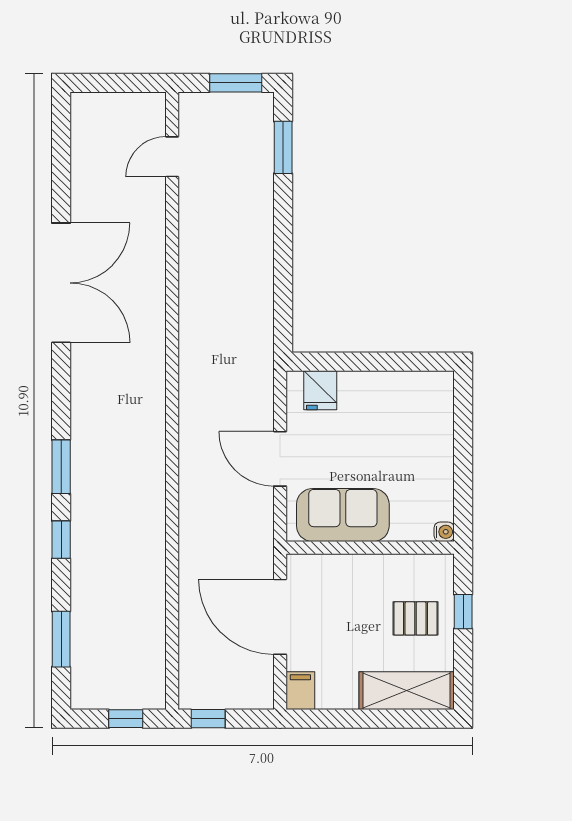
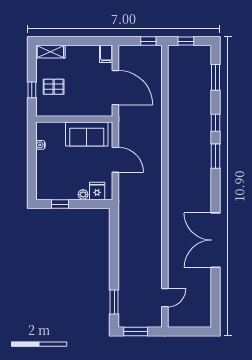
window: (401, 362) -> (60, 204), added
plant: (351, 383) -> (83, 195), added
water cooler: (444, 532) -> (41, 145), moved
shelving: (407, 691) -> (50, 52), width x0.67, depth x0.75

